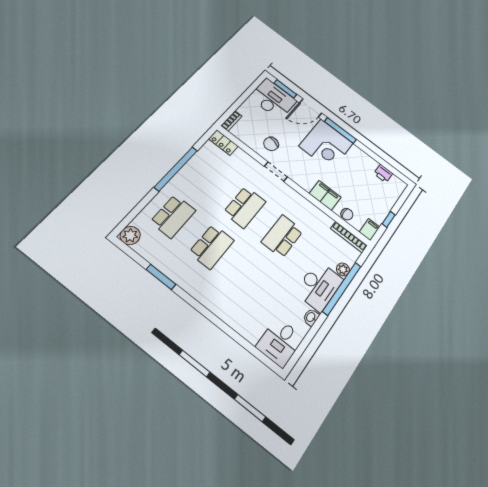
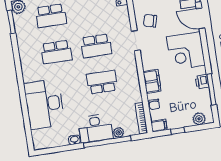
window: (340, 130) -> (211, 89), moved
printer: (383, 173) -> (202, 82), moved
plant: (394, 193) -> (199, 119), added
window: (161, 277) -> (11, 22), moved
desk: (280, 342) -> (44, 104), moved, width x1.87, depth x1.30

